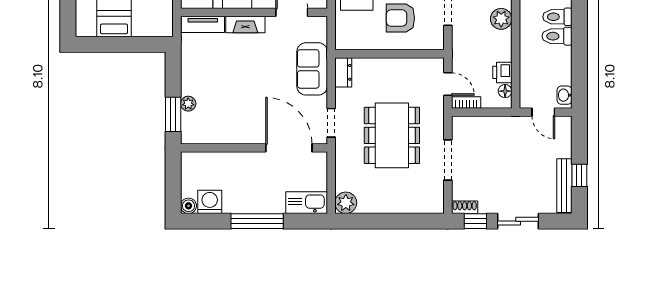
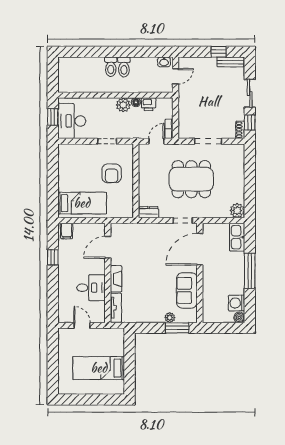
plant: (501, 19) -> (123, 105), moved
sofa: (312, 69) -> (187, 290), moved, turned 90
floor lamp: (505, 91) -> (136, 102), moved
bench: (564, 186) -> (230, 62), width x0.73

